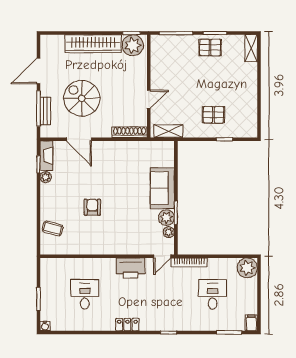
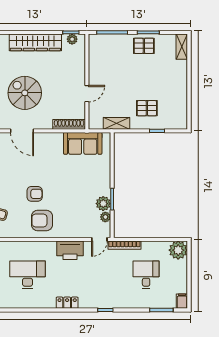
plant: (133, 45) -> (72, 39), width x0.53, depth x0.53
shelving: (168, 131) -> (116, 123), moved
sofa: (162, 188) -> (83, 143), moved, turned -90
armchair: (92, 207) -> (35, 194), turned 90
armchair: (100, 236) -> (42, 220), added
desk: (85, 294) -> (27, 275), width x1.37

